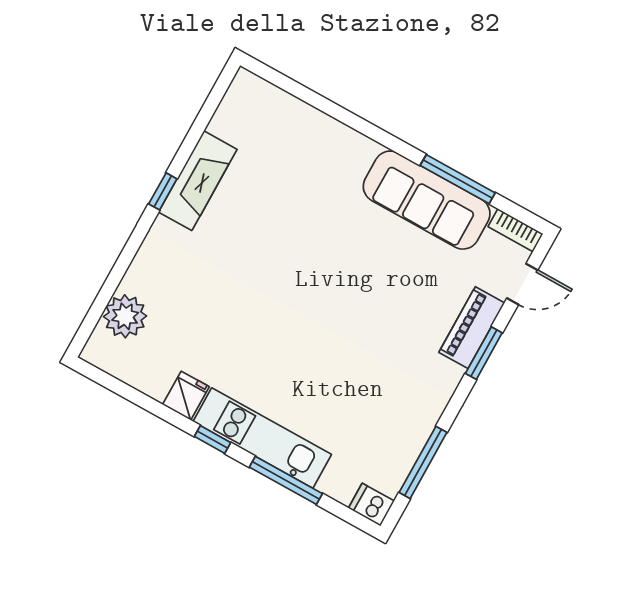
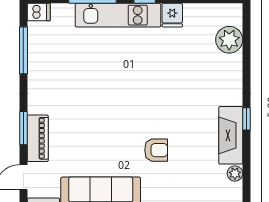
plant: (222, 124) -> (235, 173), added
armchair: (314, 218) -> (156, 150), added

